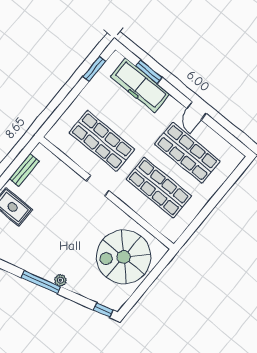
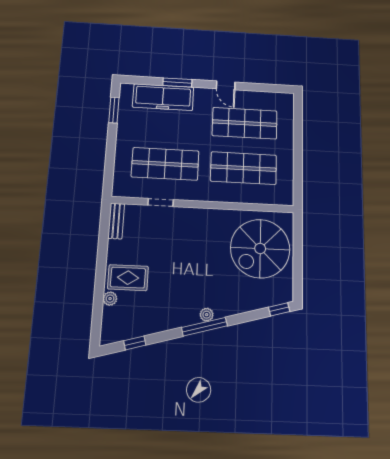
window: (149, 72) -> (177, 82), moved
bench: (24, 170) -> (116, 221), moved
doorway: (98, 186) -> (161, 202), moved
plant: (60, 280) -> (207, 315), moved

